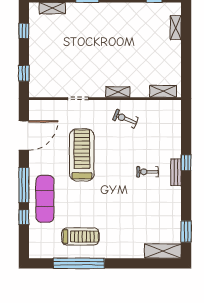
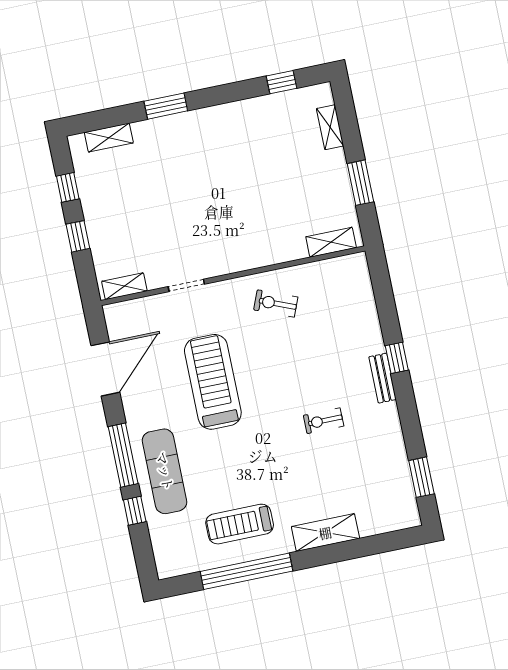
window: (186, 62) -> (360, 183), added
window: (24, 73) -> (78, 236), moved
shelving: (118, 92) -> (124, 286), moved
exercise bike: (148, 172) -> (324, 421), moved
treadmill: (80, 236) -> (240, 524), turned 180
shelving: (163, 251) -> (325, 533), moved

